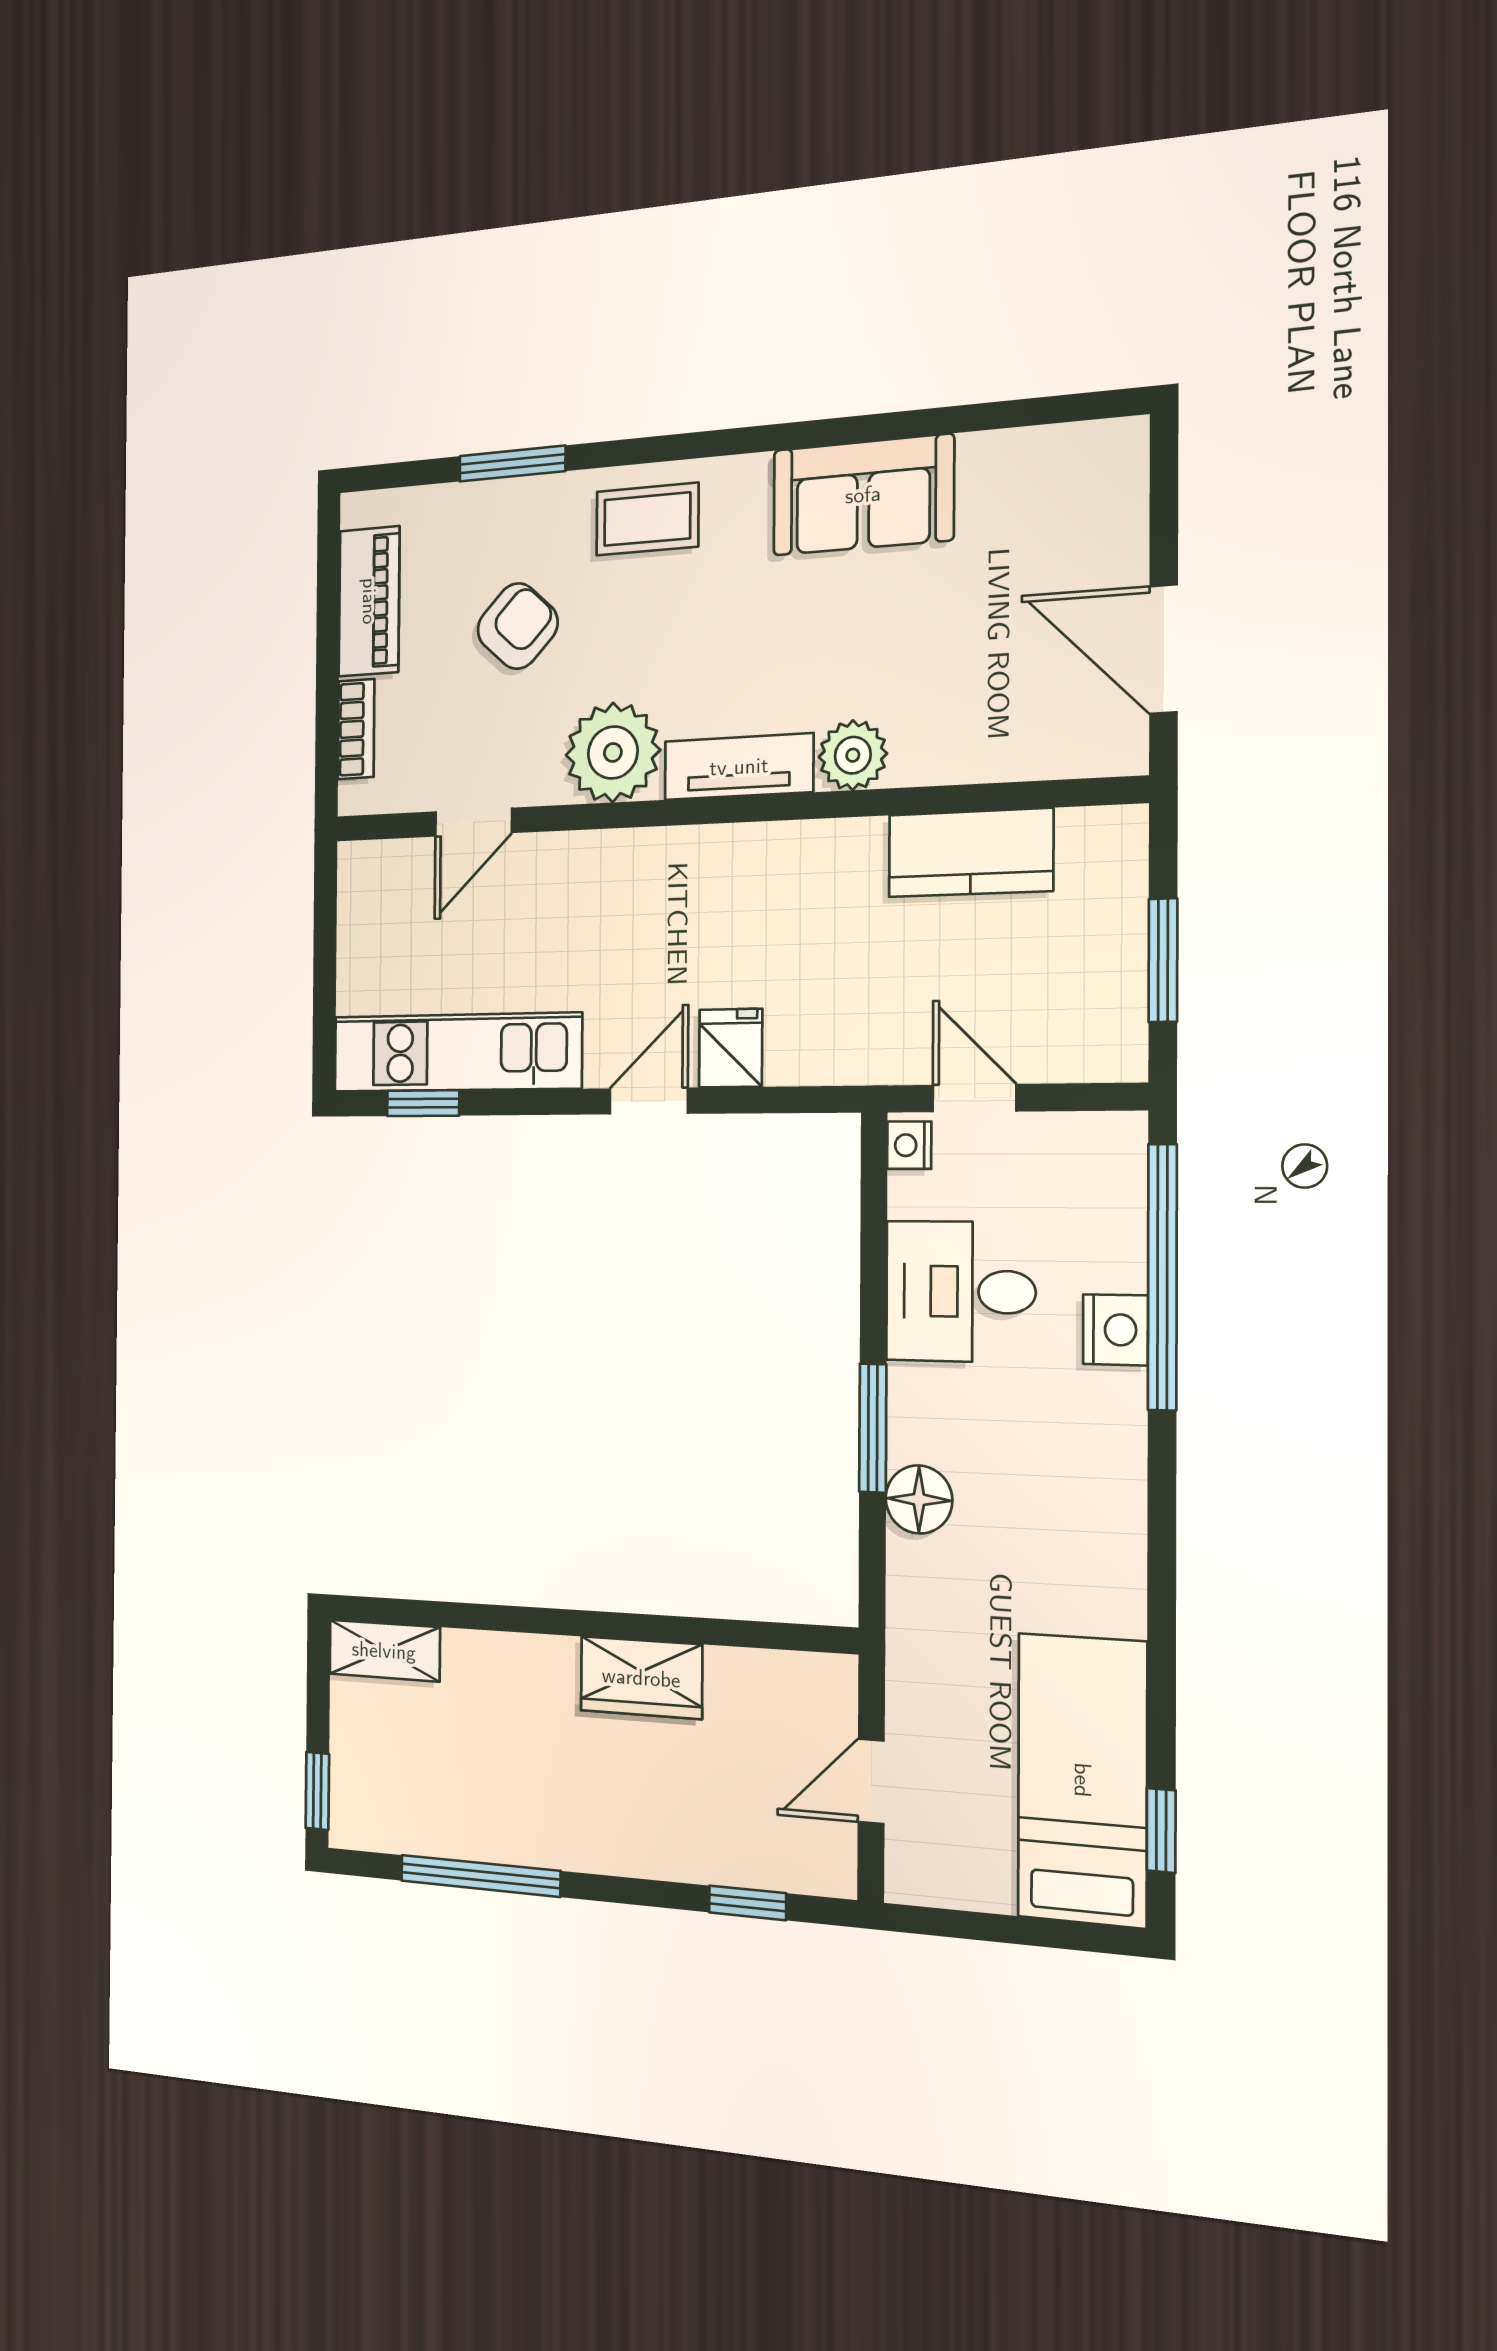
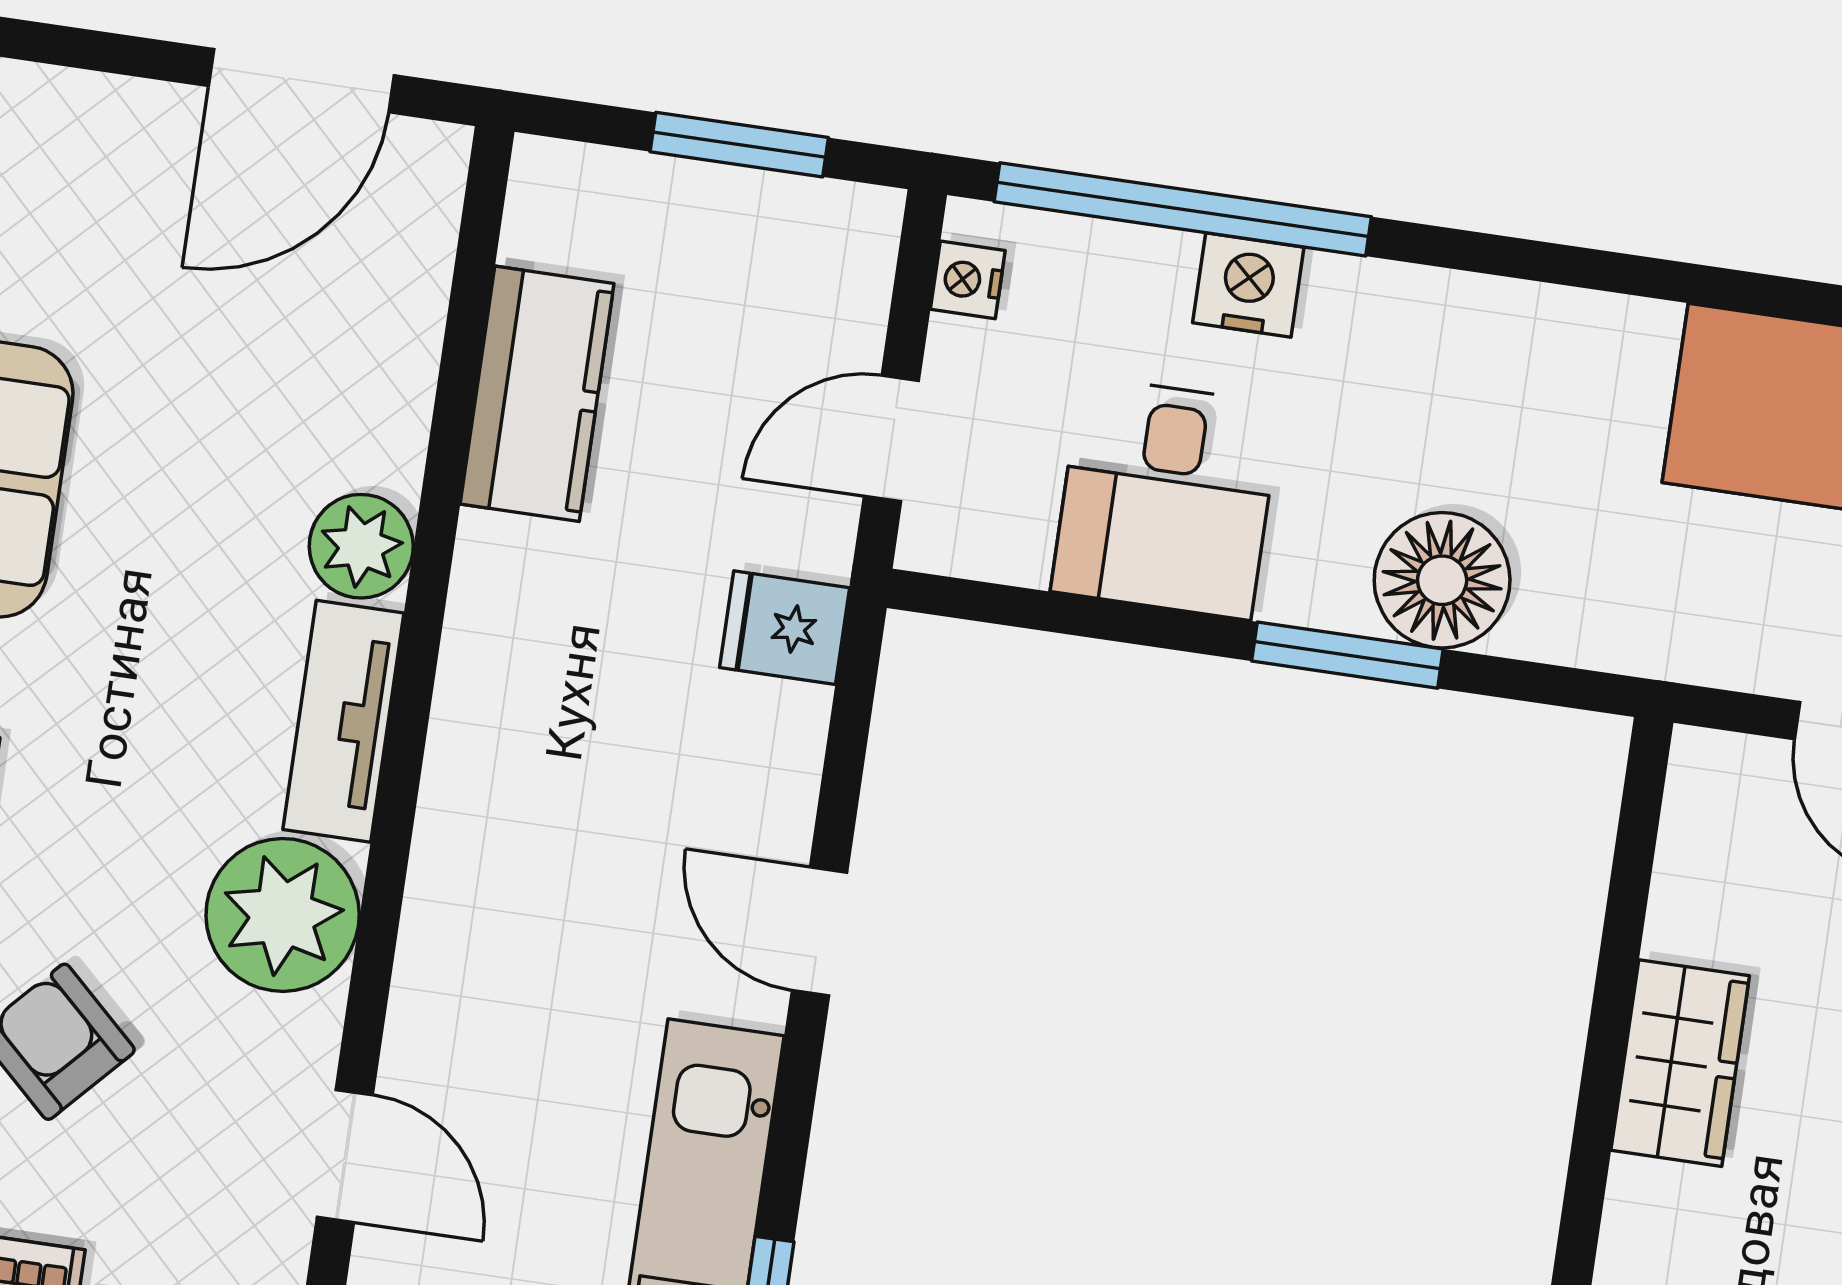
fridge: (731, 1048) -> (785, 628), moved
nightstand: (909, 1145) -> (968, 280), moved, turned 90
floor lamp: (919, 1499) -> (1442, 580), width x1.38, depth x1.38

